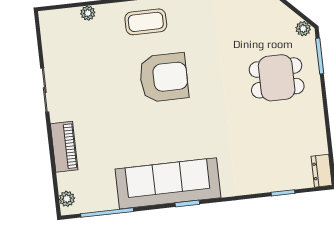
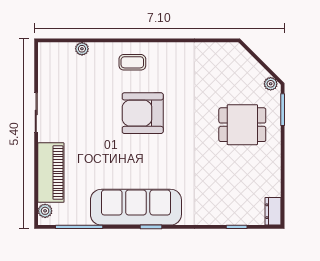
coffee table: (146, 22) -> (132, 62), width x0.73, depth x0.77
armchair: (164, 77) -> (143, 113), turned 180
piano: (64, 147) -> (51, 173), width x1.37, depth x1.33

